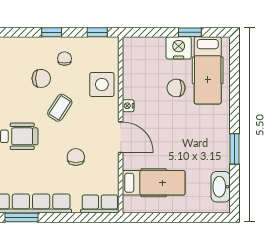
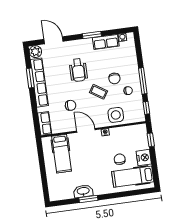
window: (52, 32) -> (143, 81), width x2.17
window: (190, 32) -> (151, 140), moved
door: (121, 137) -> (86, 130), swing flipped
washbasin: (221, 187) -> (83, 191), moved

